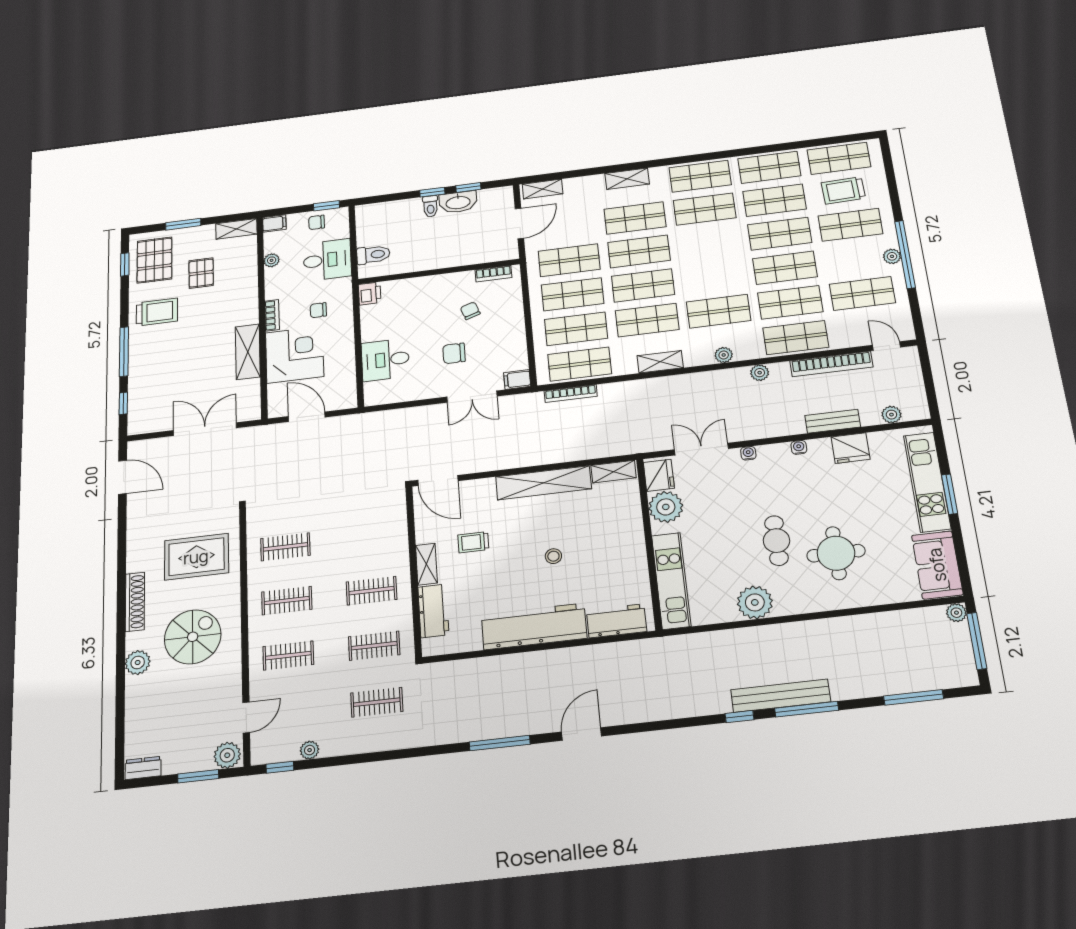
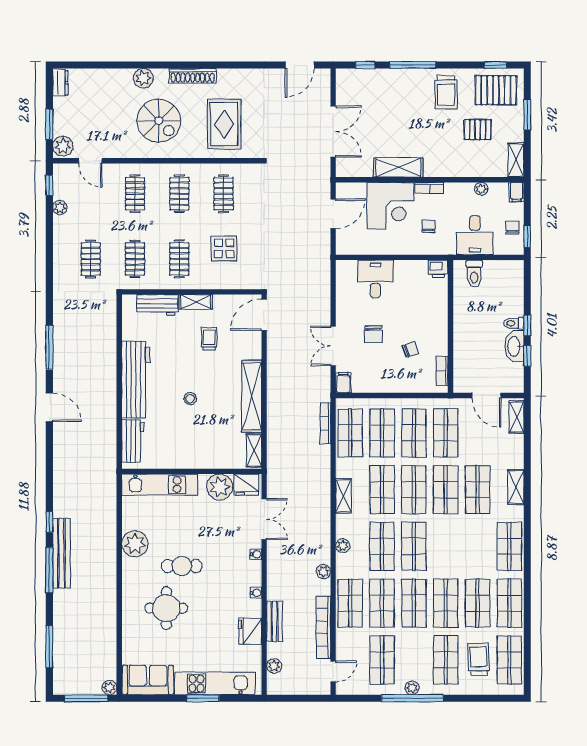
shop shelf: (705, 209) -> (414, 546), moved
chair: (454, 353) -> (374, 334), turned 180
display table: (356, 538) -> (224, 249), added

